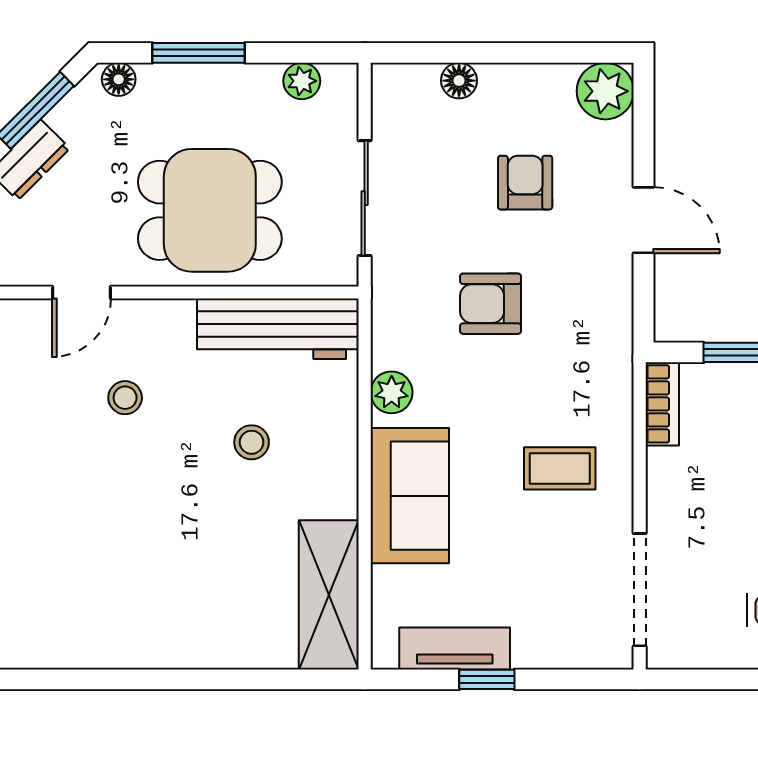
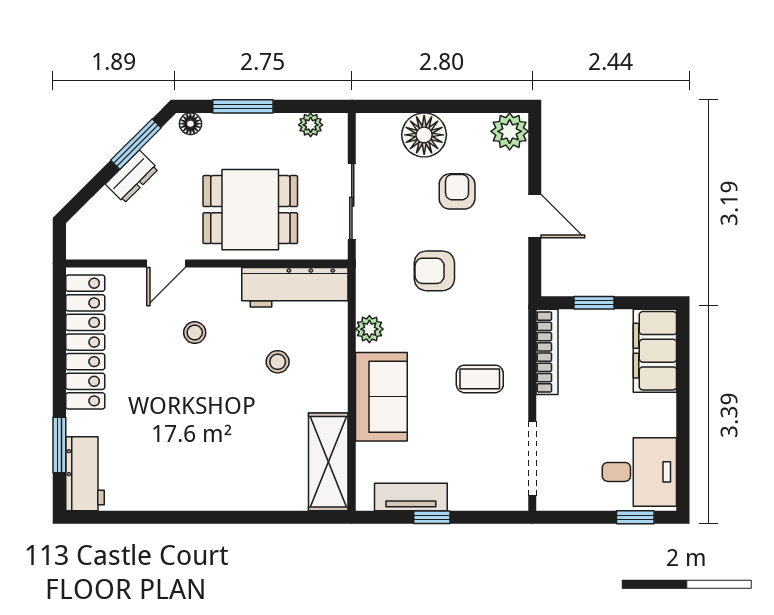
floor lamp: (459, 81) -> (424, 135), width x1.89, depth x1.89
bookcase: (662, 404) -> (547, 352), width x1.56

